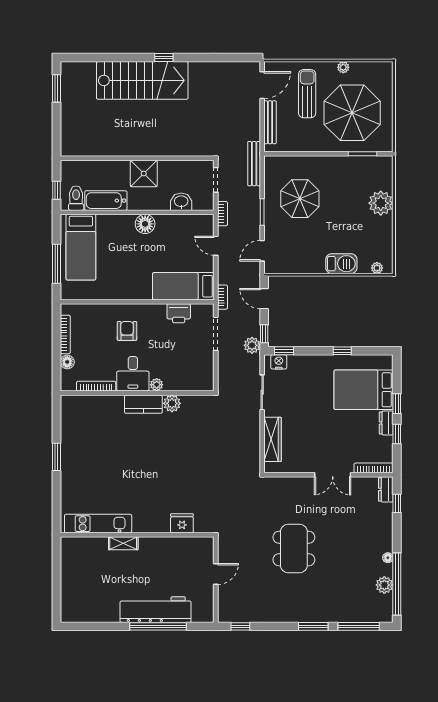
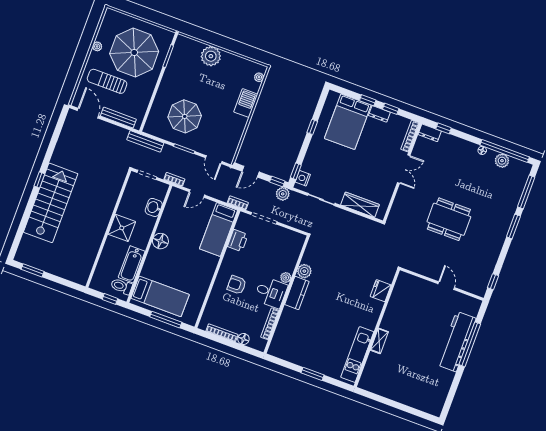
fridge: (182, 523) -> (381, 291), moved
kitchen unit: (98, 524) -> (357, 354), moved
wall: (137, 535) -> (377, 328), moved
shelving: (123, 543) -> (379, 341), moved

